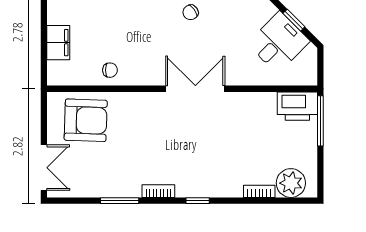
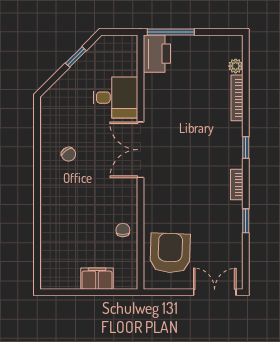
desk: (278, 42) -> (115, 98), moved, turned 135
plant: (291, 183) -> (236, 66), width x0.53, depth x0.53
bookcase: (259, 191) -> (237, 98), width x1.56
window: (120, 201) -> (246, 221), width x0.67

